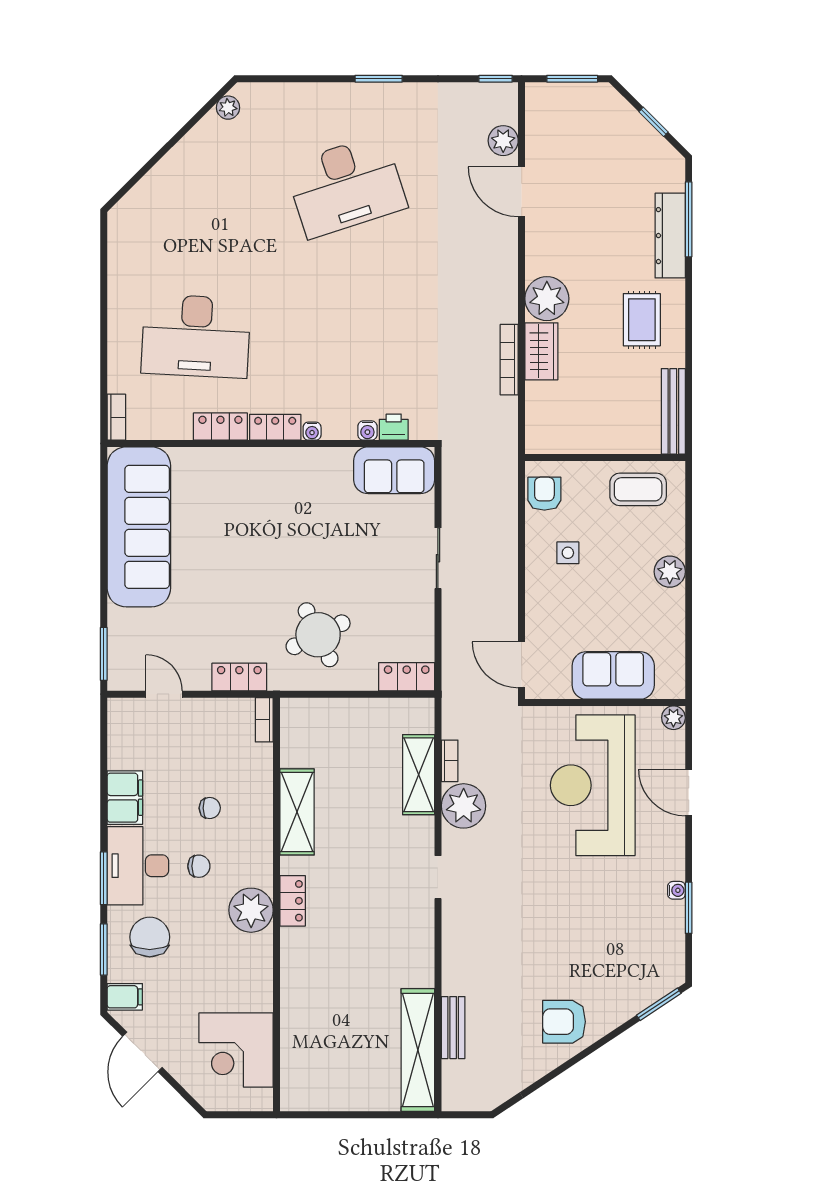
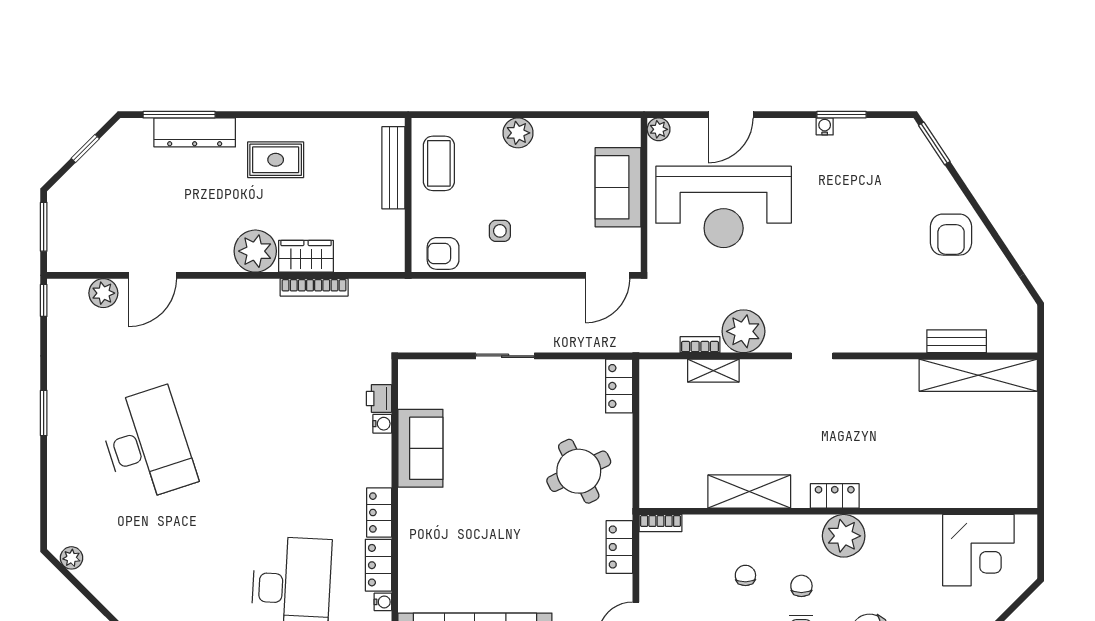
bench: (673, 411) -> (393, 168), moved, turned 90
water cooler: (312, 431) -> (383, 602), moved
sofa: (394, 470) -> (420, 448), moved
shelving: (419, 775) -> (713, 371), width x0.67, depth x0.75

